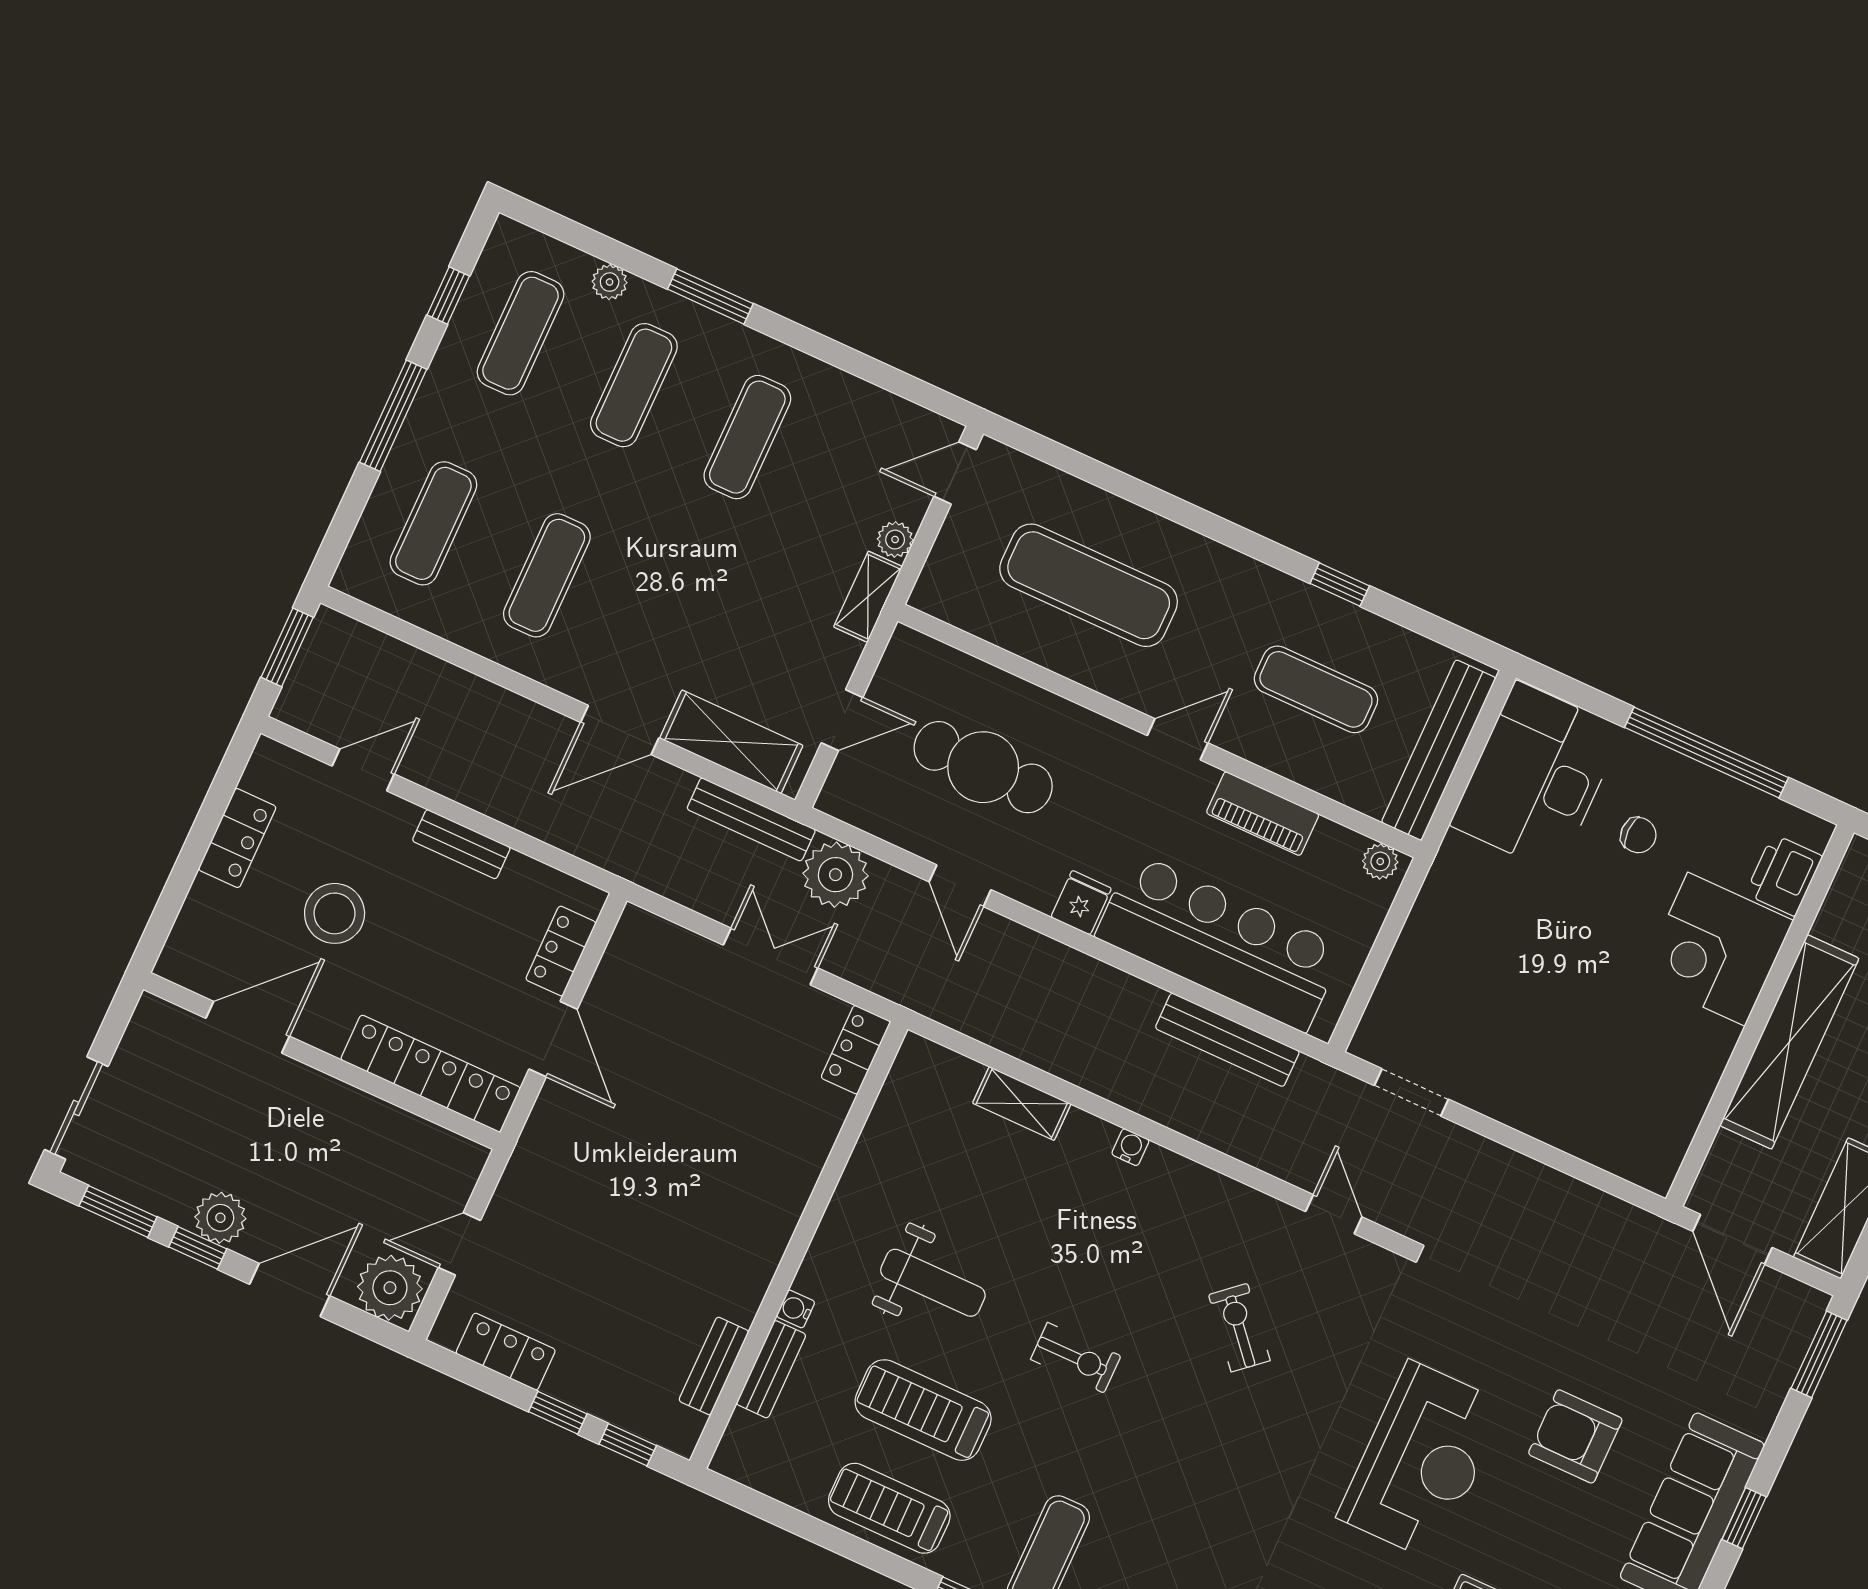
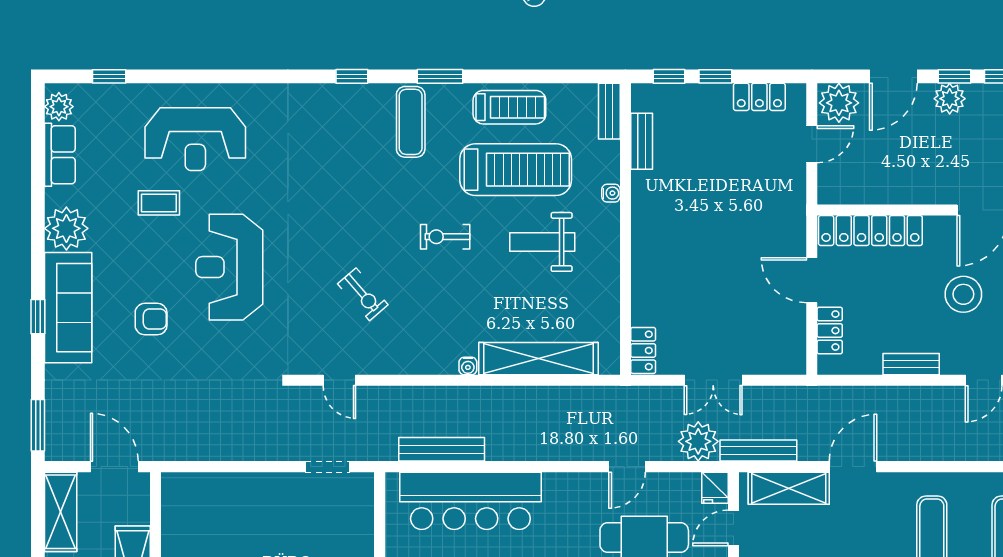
door: (960, 886) -> (627, 467), swing flipped
fridge: (1081, 903) -> (715, 488), moved
shelving: (1022, 1104) -> (538, 359), width x2.20, depth x1.33
bench: (771, 1369) -> (609, 111), moved
treadmill: (923, 1410) -> (516, 170), width x1.37, depth x1.38
armchair: (1575, 1436) -> (151, 319), width x0.72, depth x0.72

